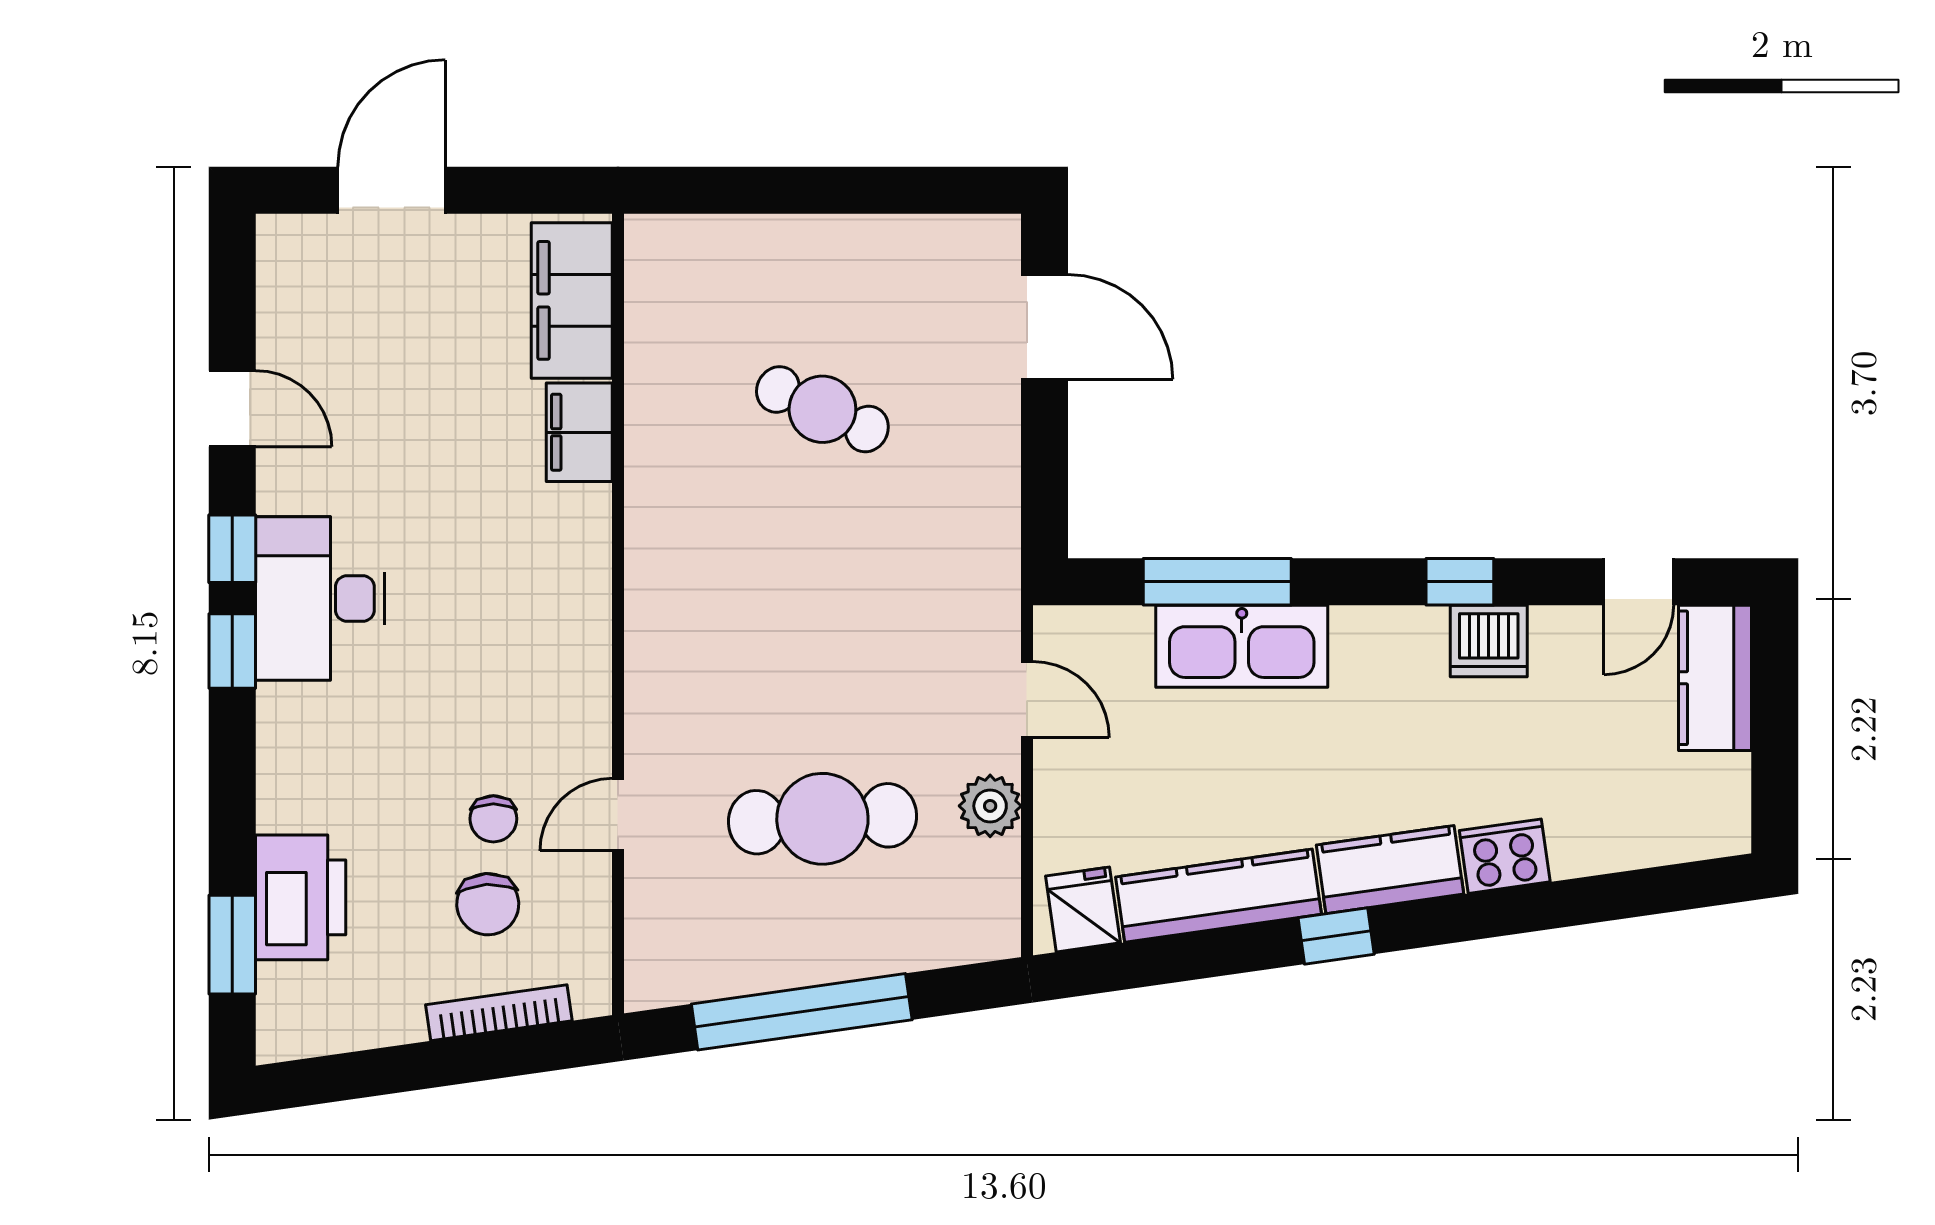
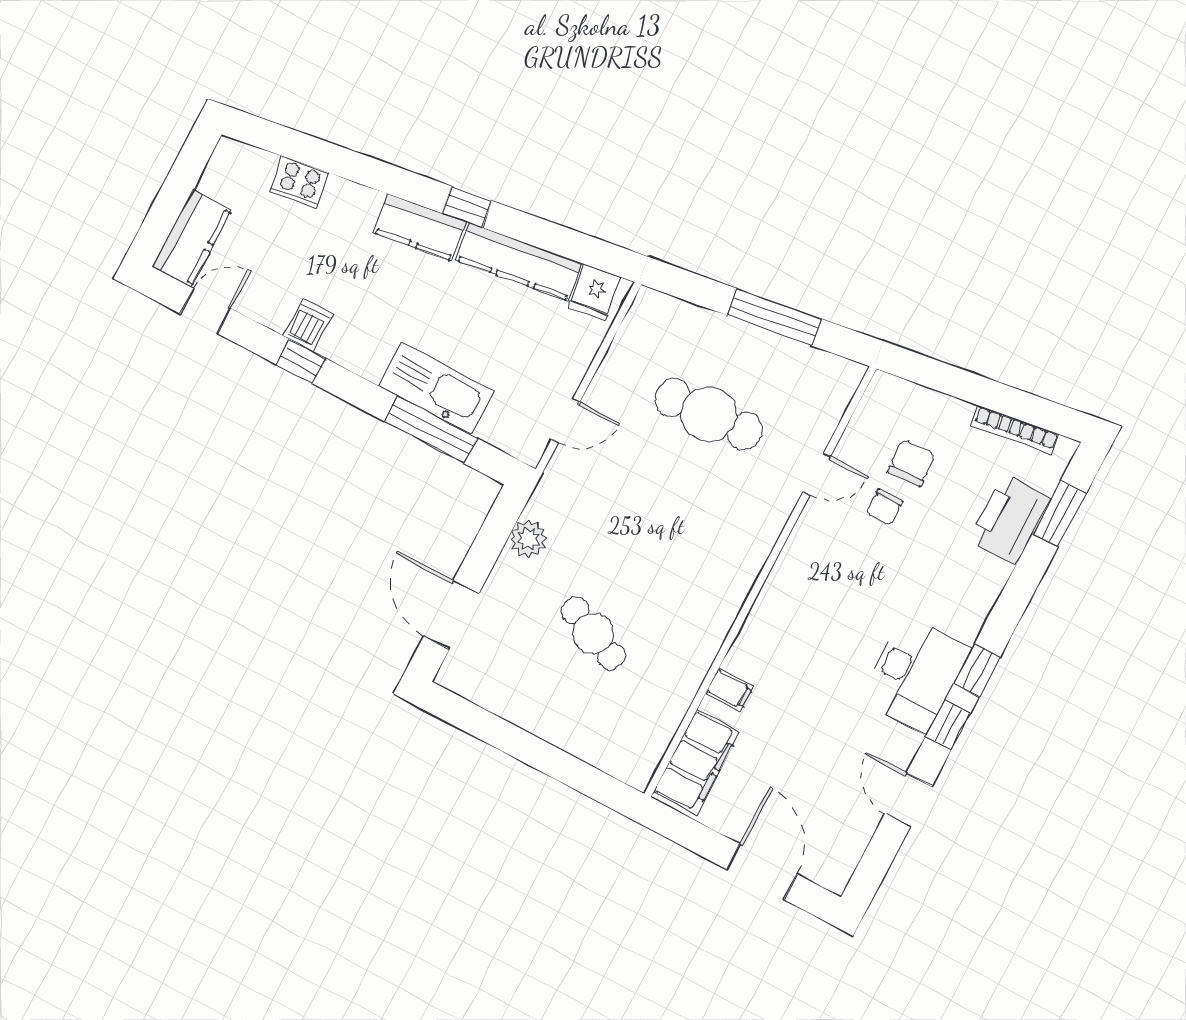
door: (392, 190) -> (762, 872), swing flipped
filing cabinet: (579, 432) -> (730, 690), width x0.50
dishwasher: (1489, 641) -> (308, 325), width x0.73
door: (1027, 699) -> (566, 420), swing flipped
plant: (990, 806) -> (528, 539), moved
chair: (493, 819) -> (885, 507), turned 180
cooker: (1505, 856) -> (299, 182), moved
window: (802, 1012) -> (774, 317), width x0.68
bookcase: (499, 1013) -> (1015, 430), moved

